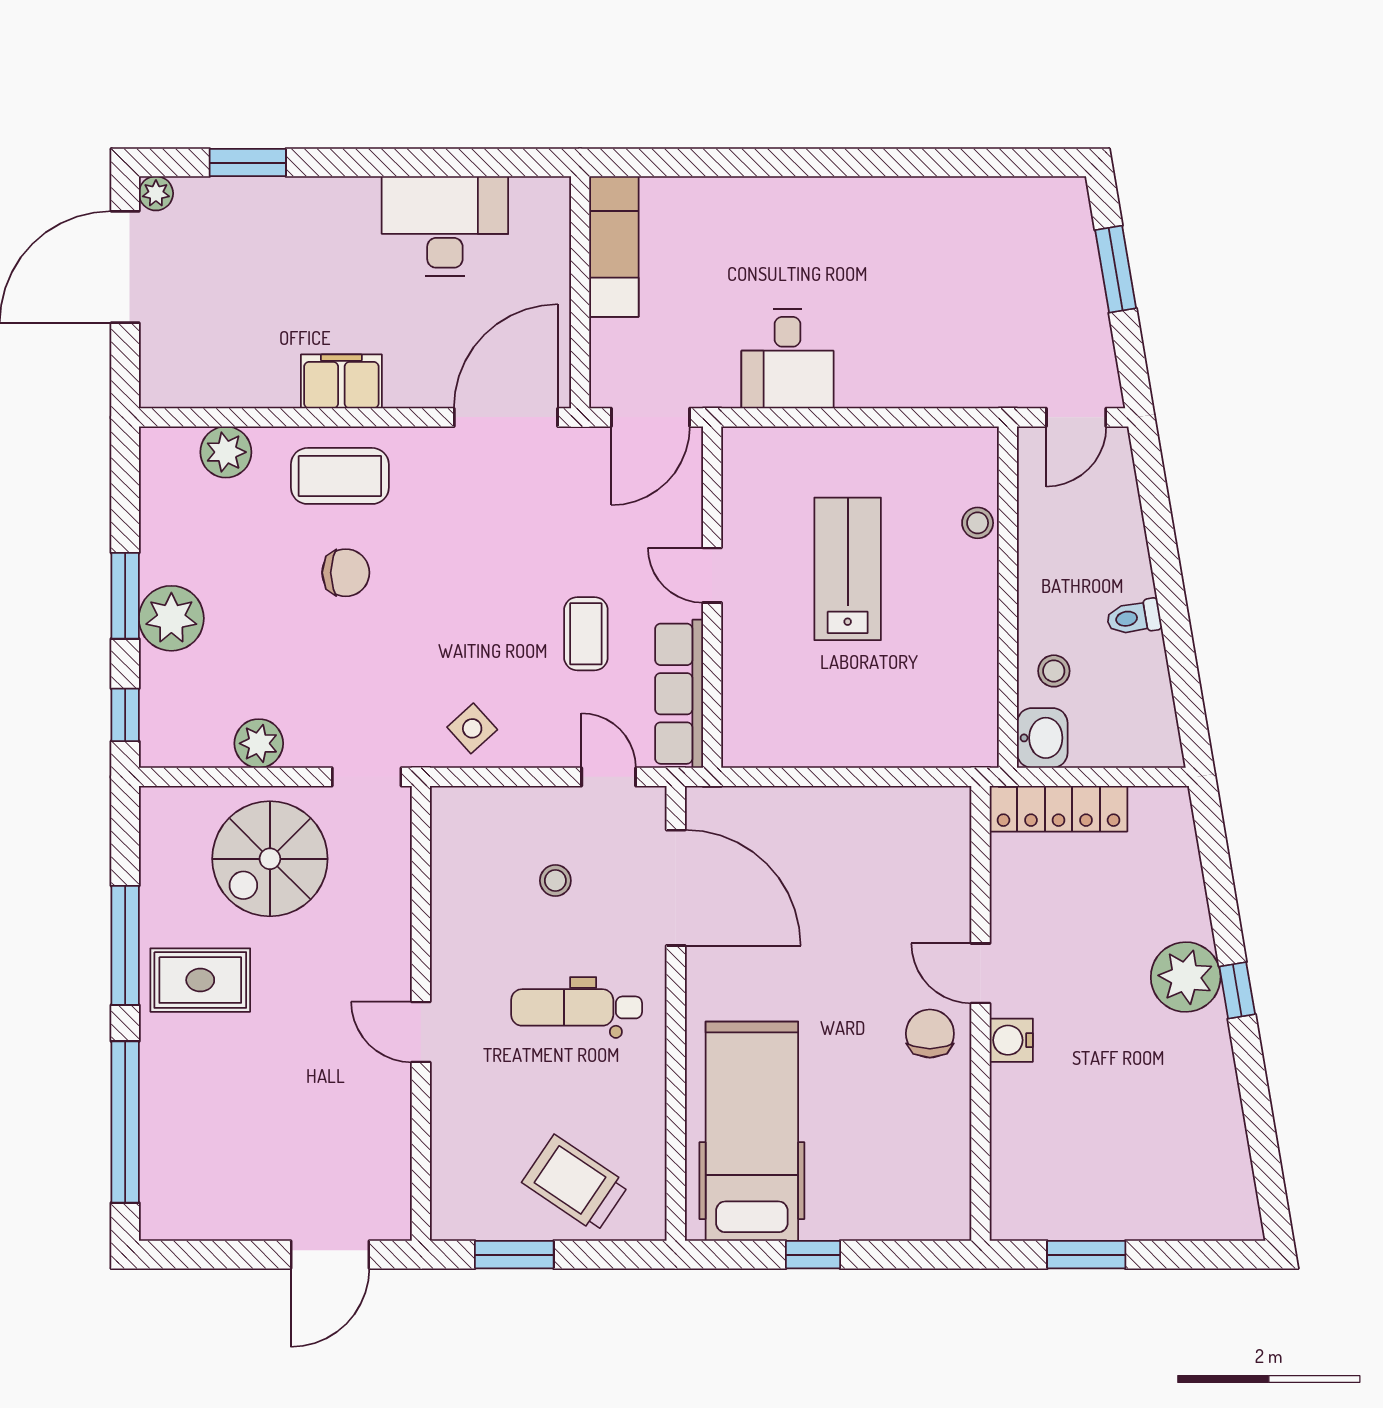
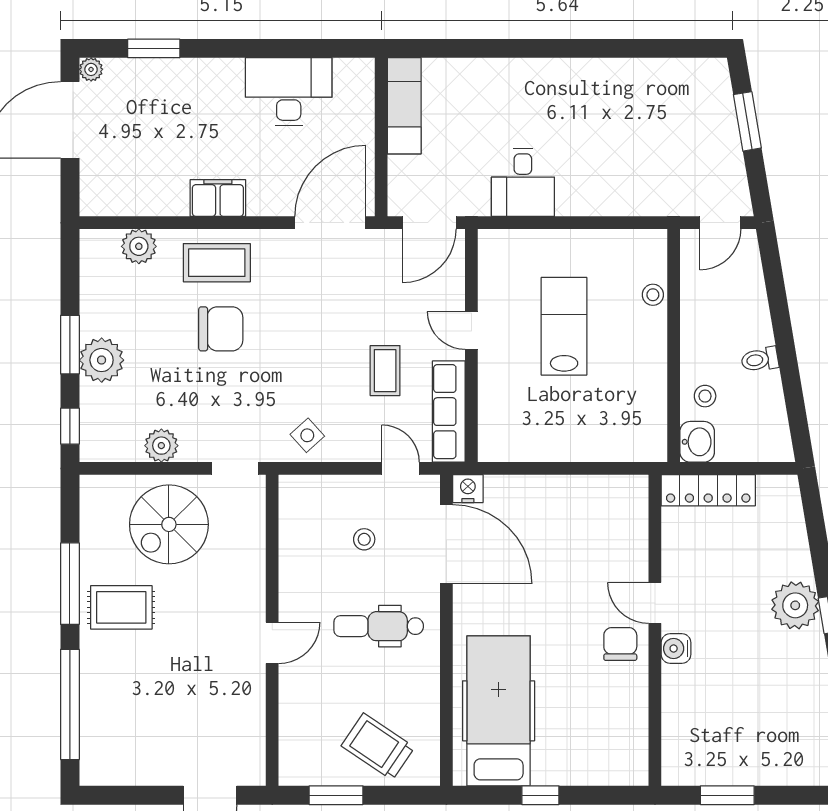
chair: (346, 573) -> (221, 329), width x1.37, depth x1.37
nightstand: (707, 806) -> (468, 489), added
door: (421, 1032) -> (272, 643), swing flipped

